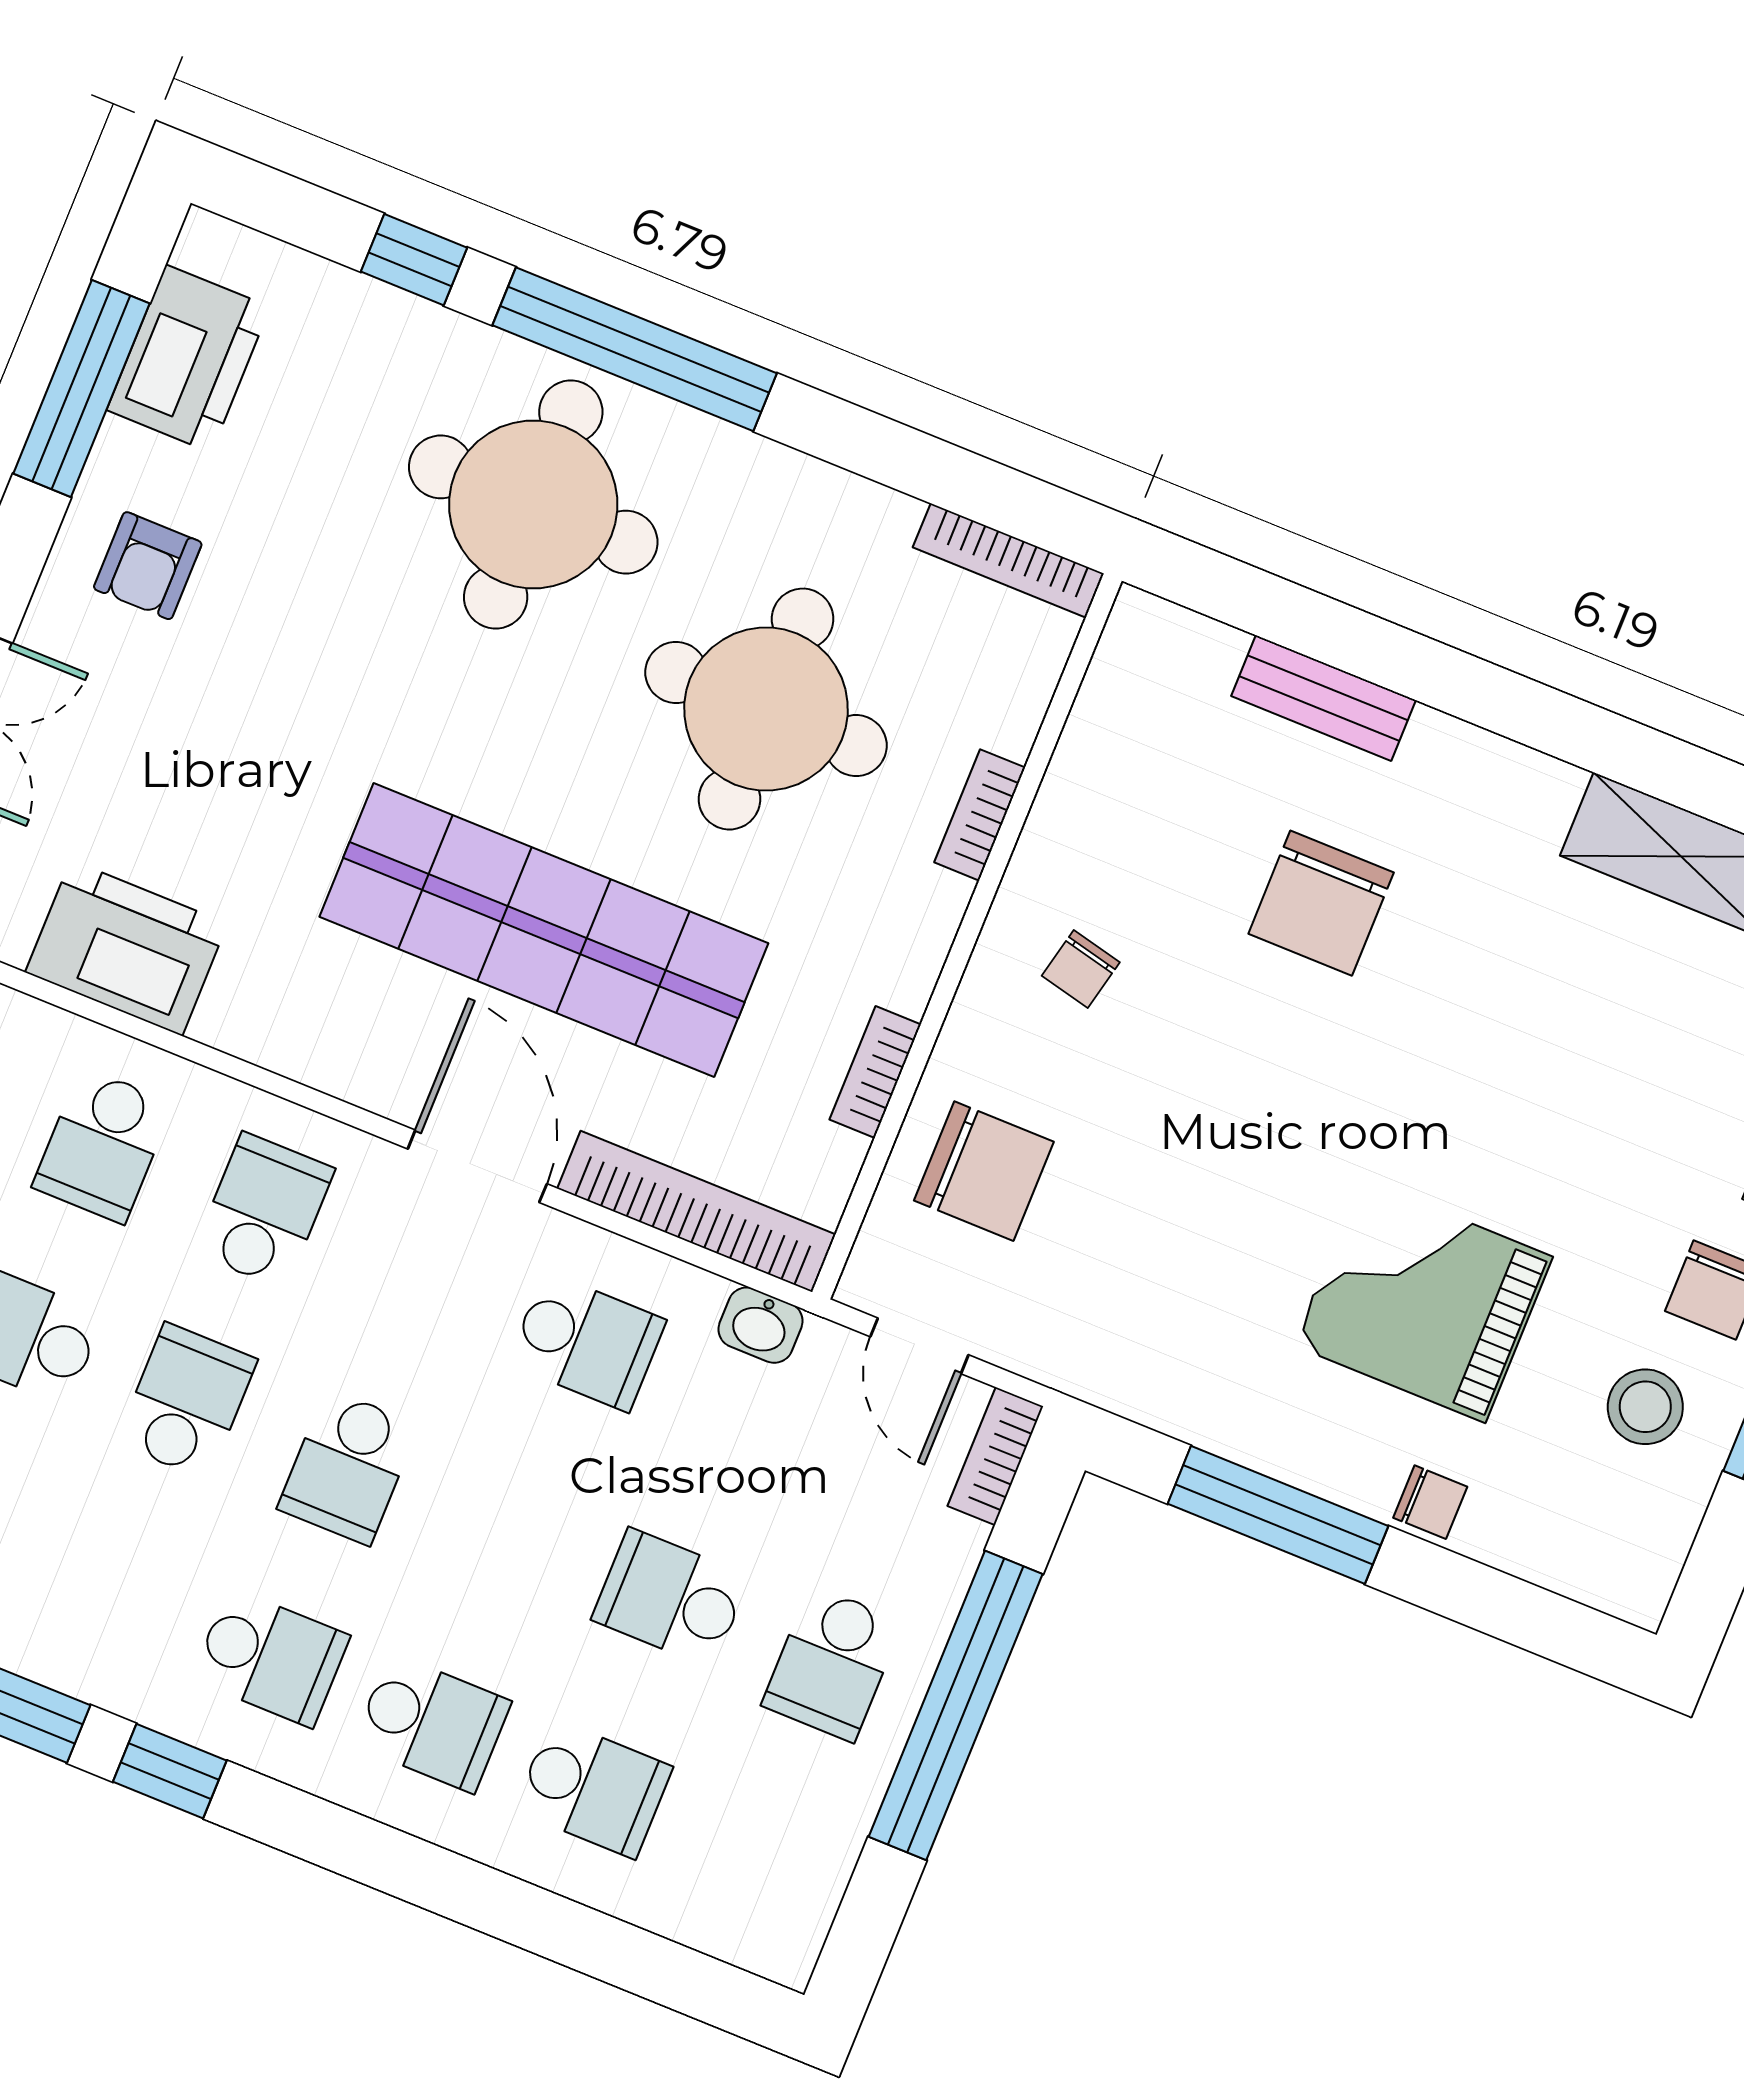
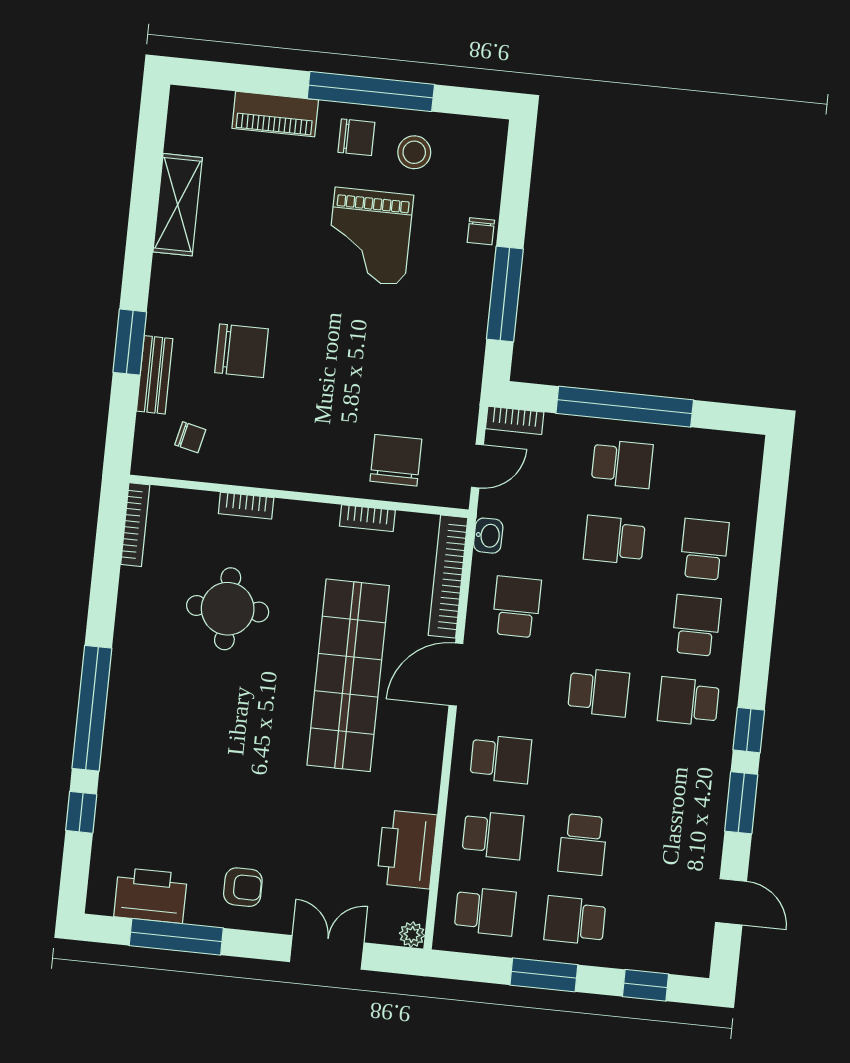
round table: (533, 505) -> (170, 732), removed
window: (1411, 664) -> (130, 342), added
round table: (766, 709) -> (228, 609), width x0.73, depth x0.73
chair: (1081, 969) -> (190, 437), moved
school desk: (264, 1211) -> (501, 759), turned 180
grand piano: (1423, 1301) -> (370, 236), moved
school desk: (187, 1401) -> (591, 768), removed
chair: (1430, 1502) -> (481, 231), turned 180
school desk: (671, 1598) -> (614, 540), turned 90
school desk: (271, 1657) -> (688, 701), turned -90

